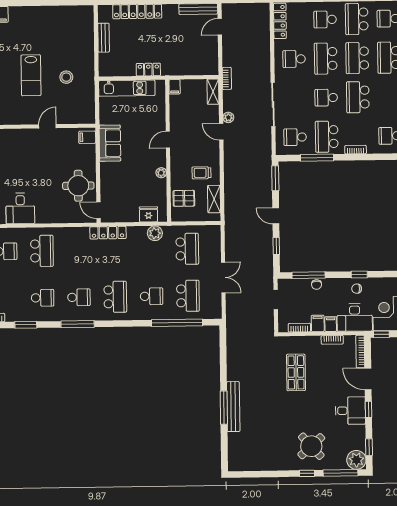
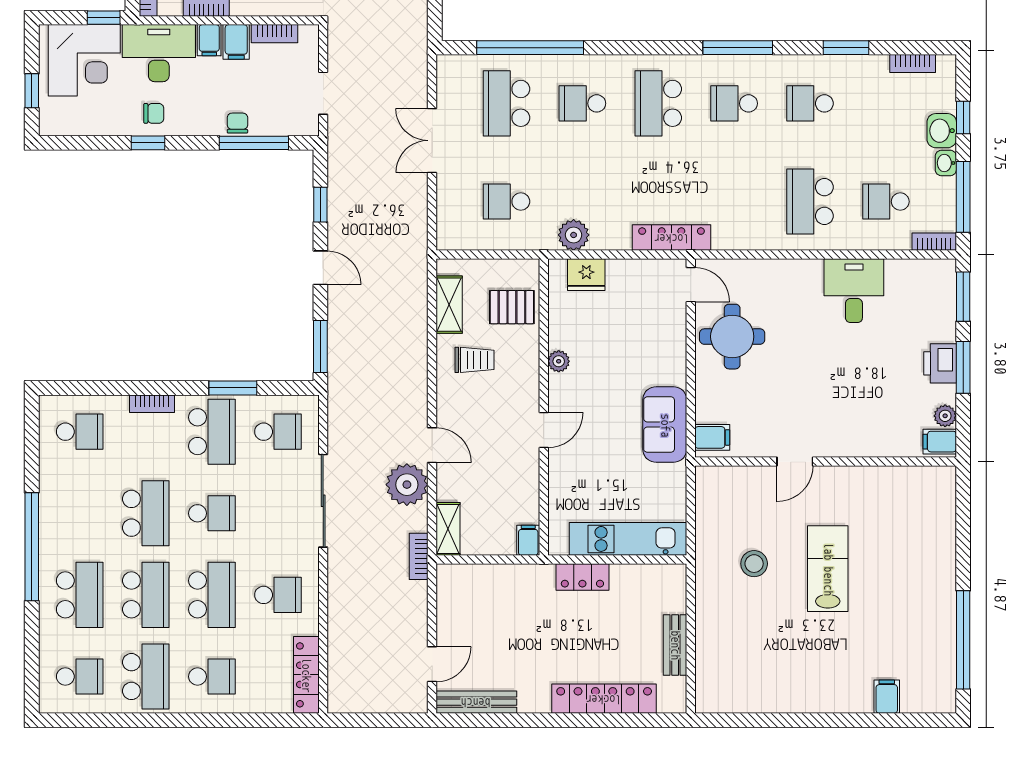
plant: (228, 117) -> (407, 485), width x1.87, depth x1.87
window: (317, 158) -> (233, 388), width x0.69
school desk: (187, 249) -> (506, 202), width x0.54

